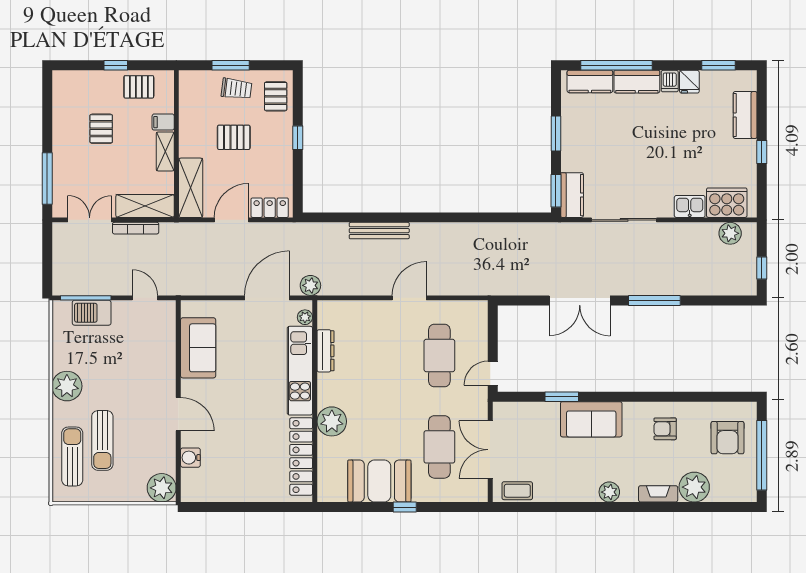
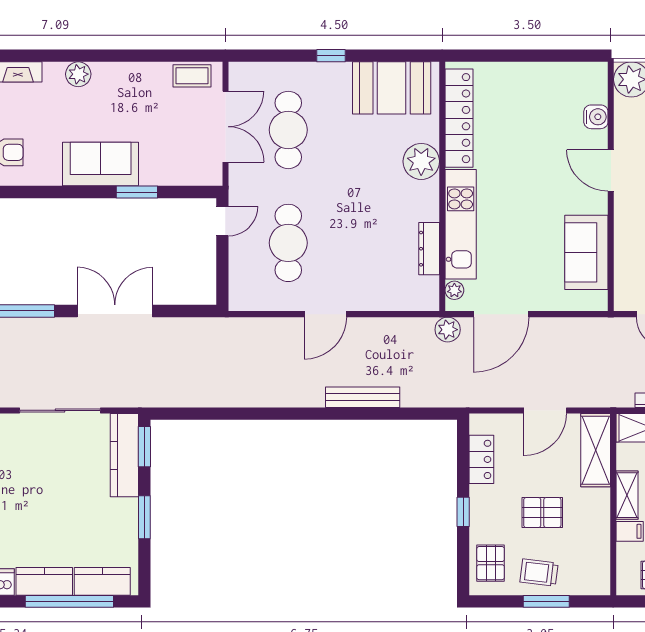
kitchen counter: (572, 195) -> (124, 455), width x1.50
locker: (270, 208) -> (481, 459), moved, turned -90
booth: (379, 481) -> (392, 88), moved

